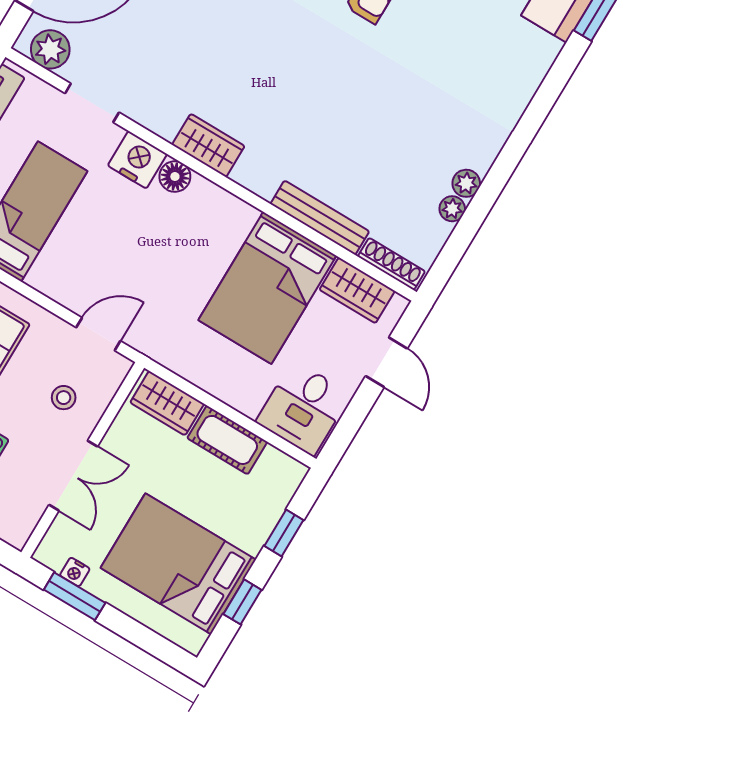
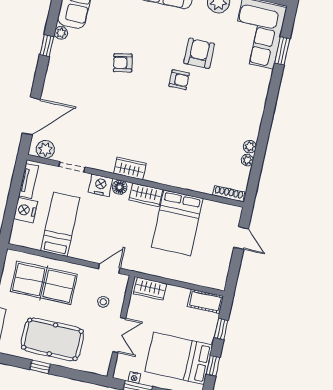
bench: (320, 218) -> (190, 184), removed
wardrobe: (357, 290) -> (146, 195), moved
desk: (303, 408) -> (211, 271), removed
cot: (227, 440) -> (205, 301), moved

